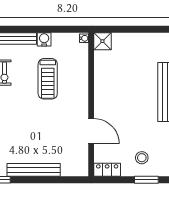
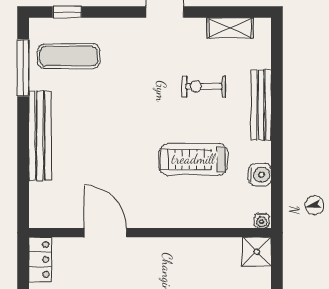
water cooler: (44, 39) -> (260, 175), moved
door: (91, 131) -> (105, 233), swing flipped

